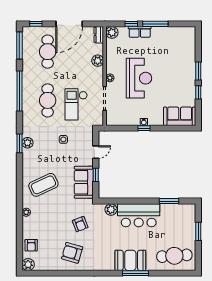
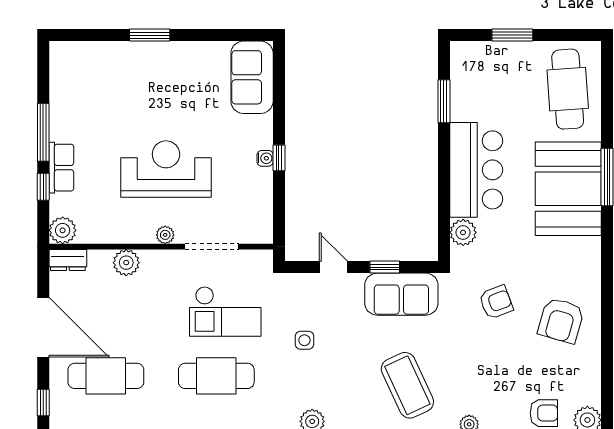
window: (198, 92) -> (198, 35), removed
booth: (130, 260) -> (568, 189), width x1.36, depth x1.42

